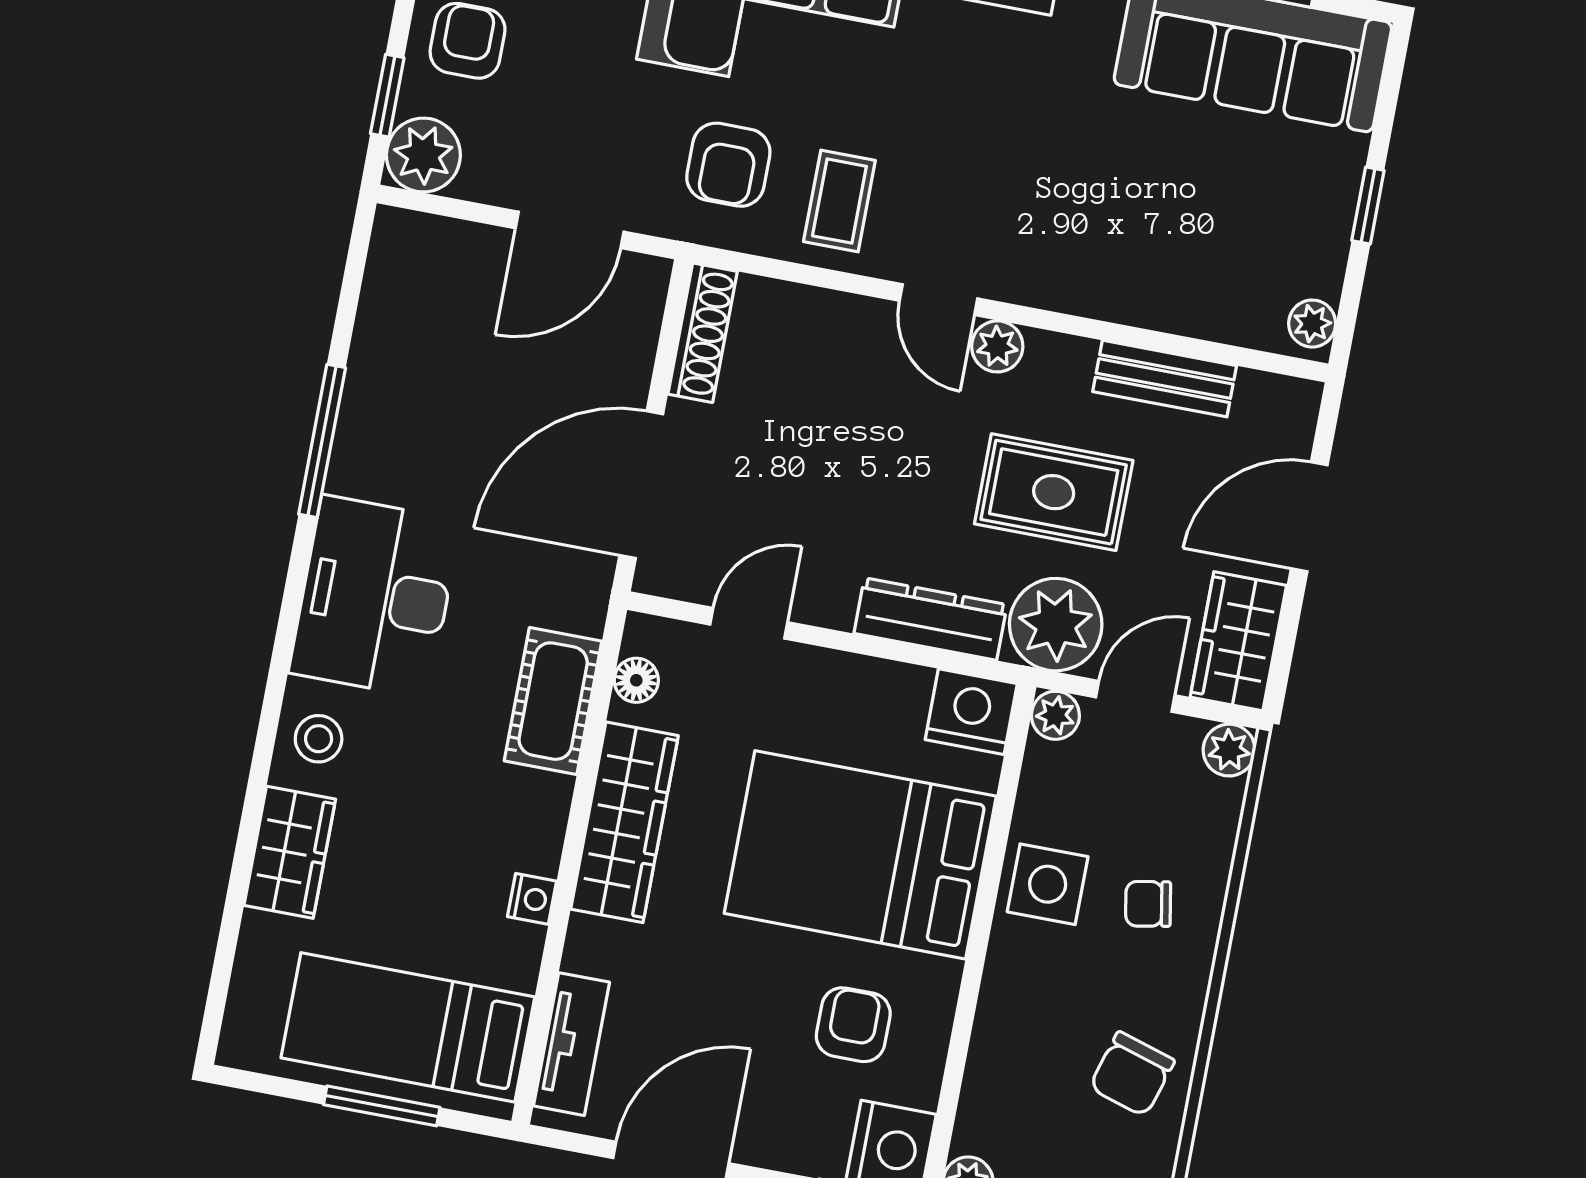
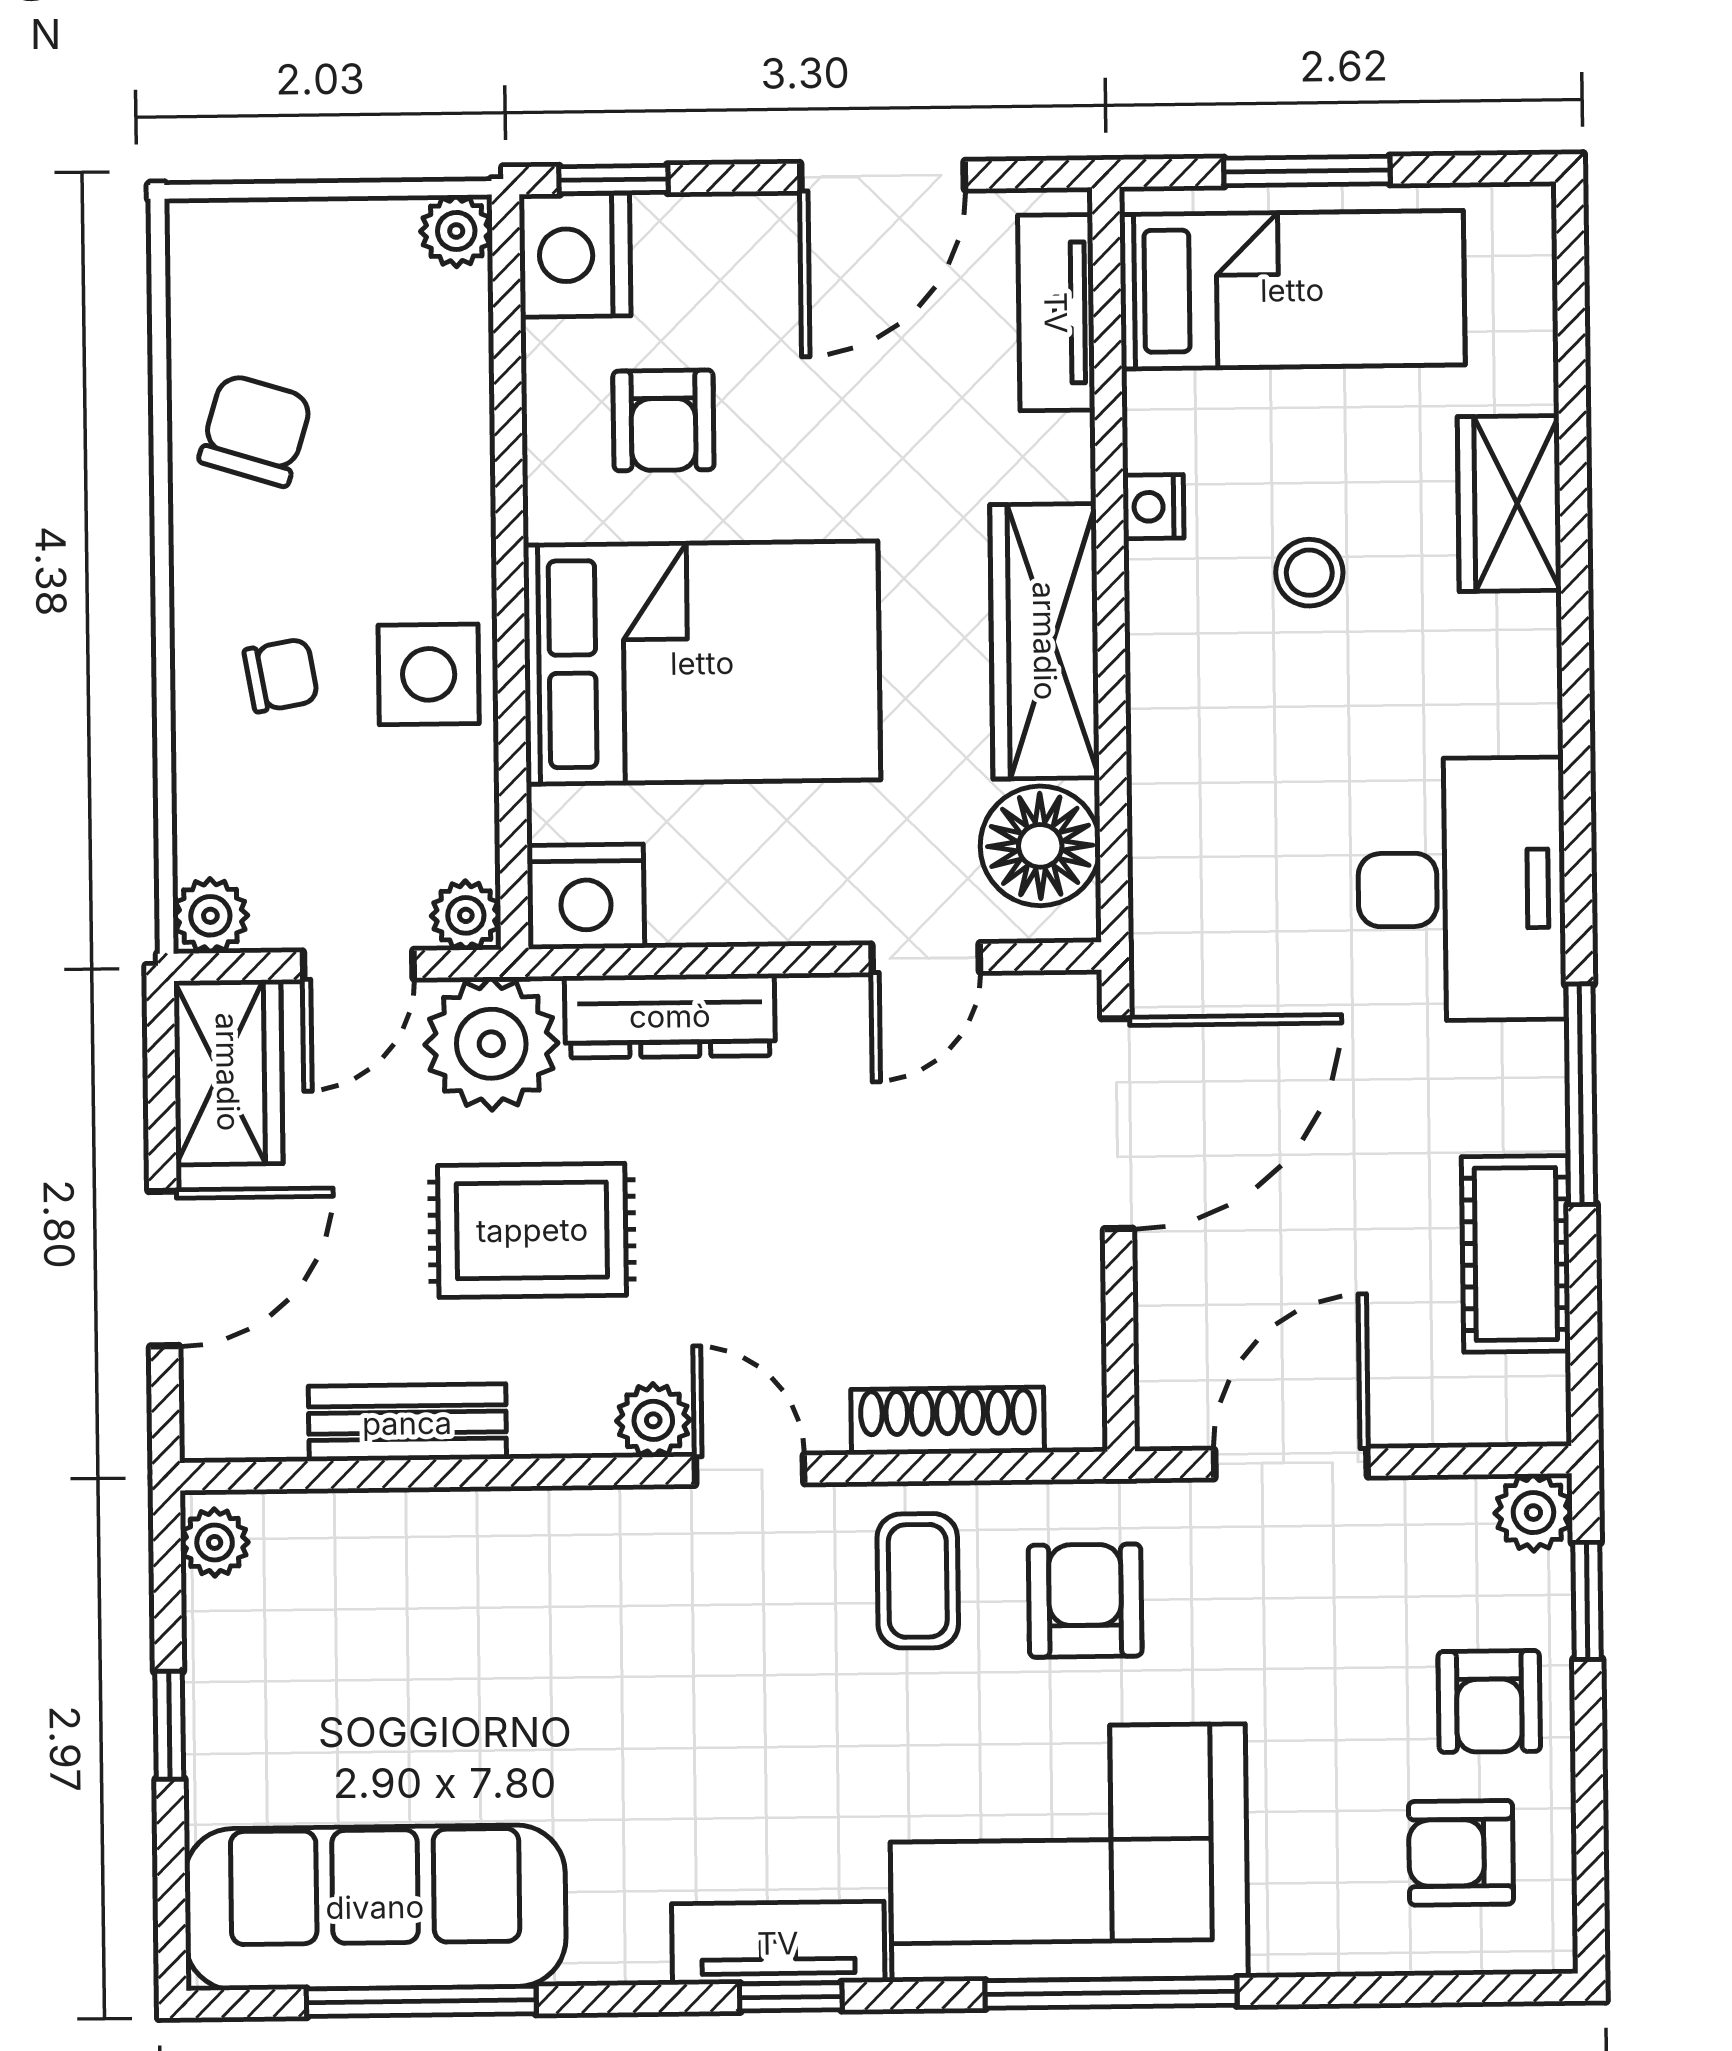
plant: (423, 155) -> (1533, 1513), width x0.73, depth x0.73
shoe rack: (703, 333) -> (948, 1421), moved, turned 90
floor lamp: (636, 680) -> (1040, 846), width x1.89, depth x1.89
cot: (553, 701) -> (1516, 1254), moved
stool: (319, 739) -> (1309, 573), moved

